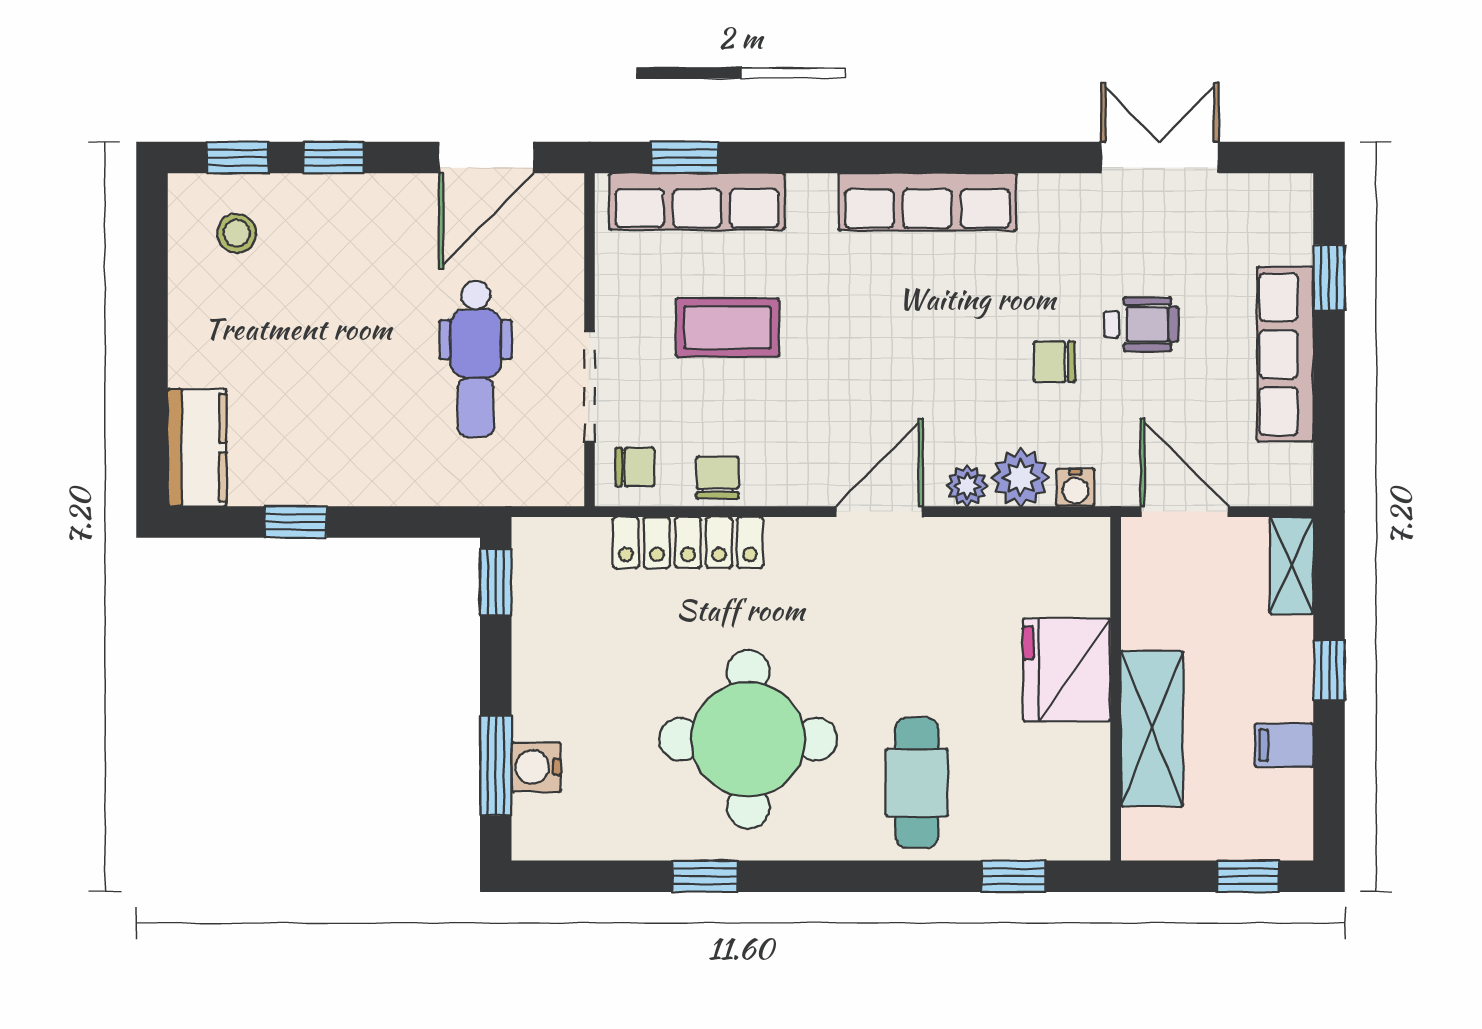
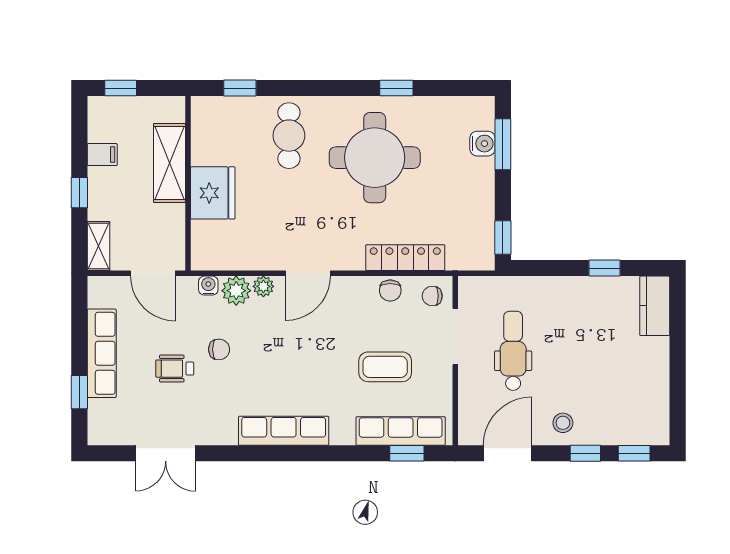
stool: (237, 233) -> (563, 423), moved

